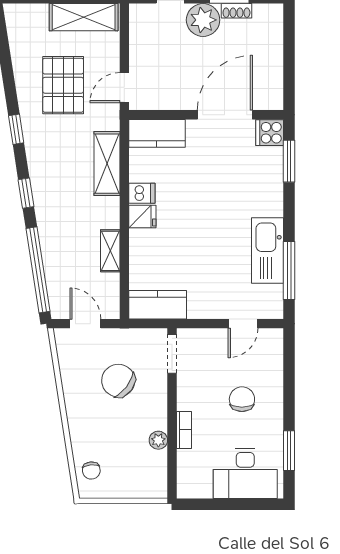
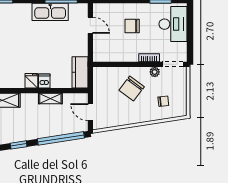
dishwasher: (142, 193) -> (44, 81), moved
door: (85, 324) -> (90, 112), hinge flipped
doorway: (172, 354) -> (173, 64), moved
chair: (118, 381) -> (132, 88), moved
chair: (91, 470) -> (163, 101), moved

